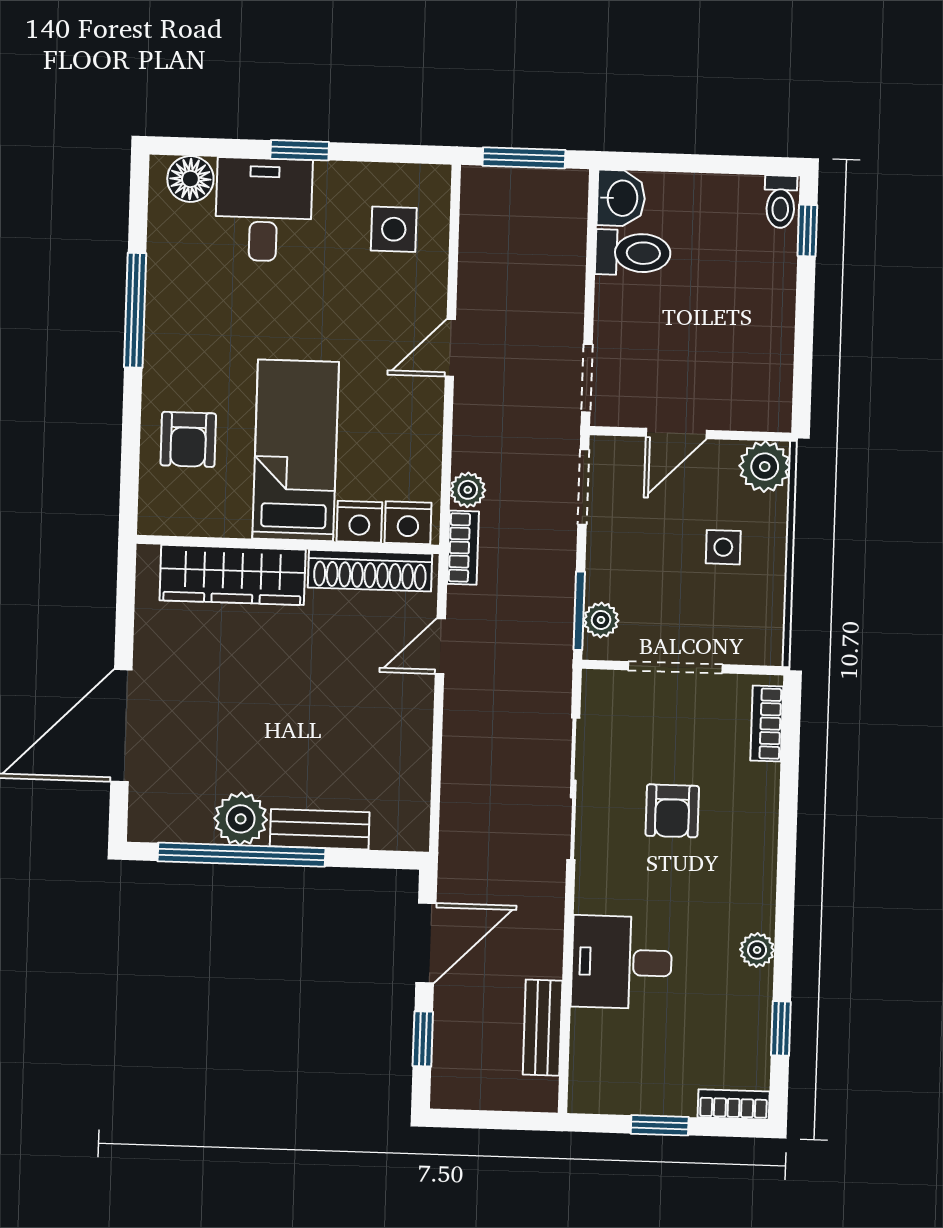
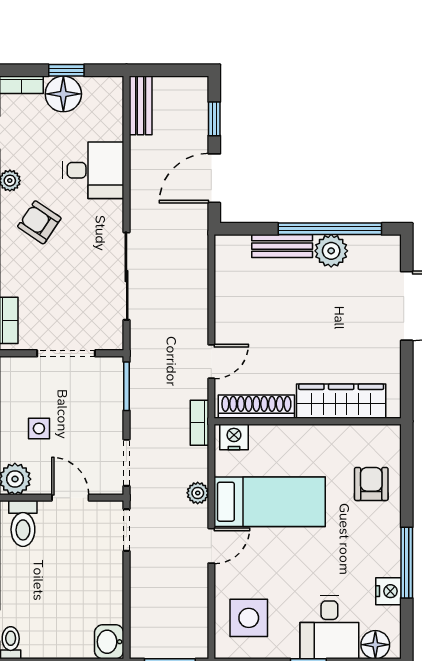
side table: (394, 229) -> (249, 618), width x1.37, depth x1.37
toilet: (633, 253) -> (23, 524), moved, turned -90
door: (676, 433) -> (70, 498), hinge flipped
bed: (296, 450) -> (270, 502), moved, turned -90
plant: (468, 490) -> (198, 493), moved
nightstand: (359, 522) -> (388, 591), moved, turned 90
plant: (601, 620) -> (113, 381), removed
armchair: (672, 811) -> (39, 222), moved, turned -56
bench: (543, 1028) -> (141, 105), moved
floor lamp: (666, 1087) -> (63, 94), added

